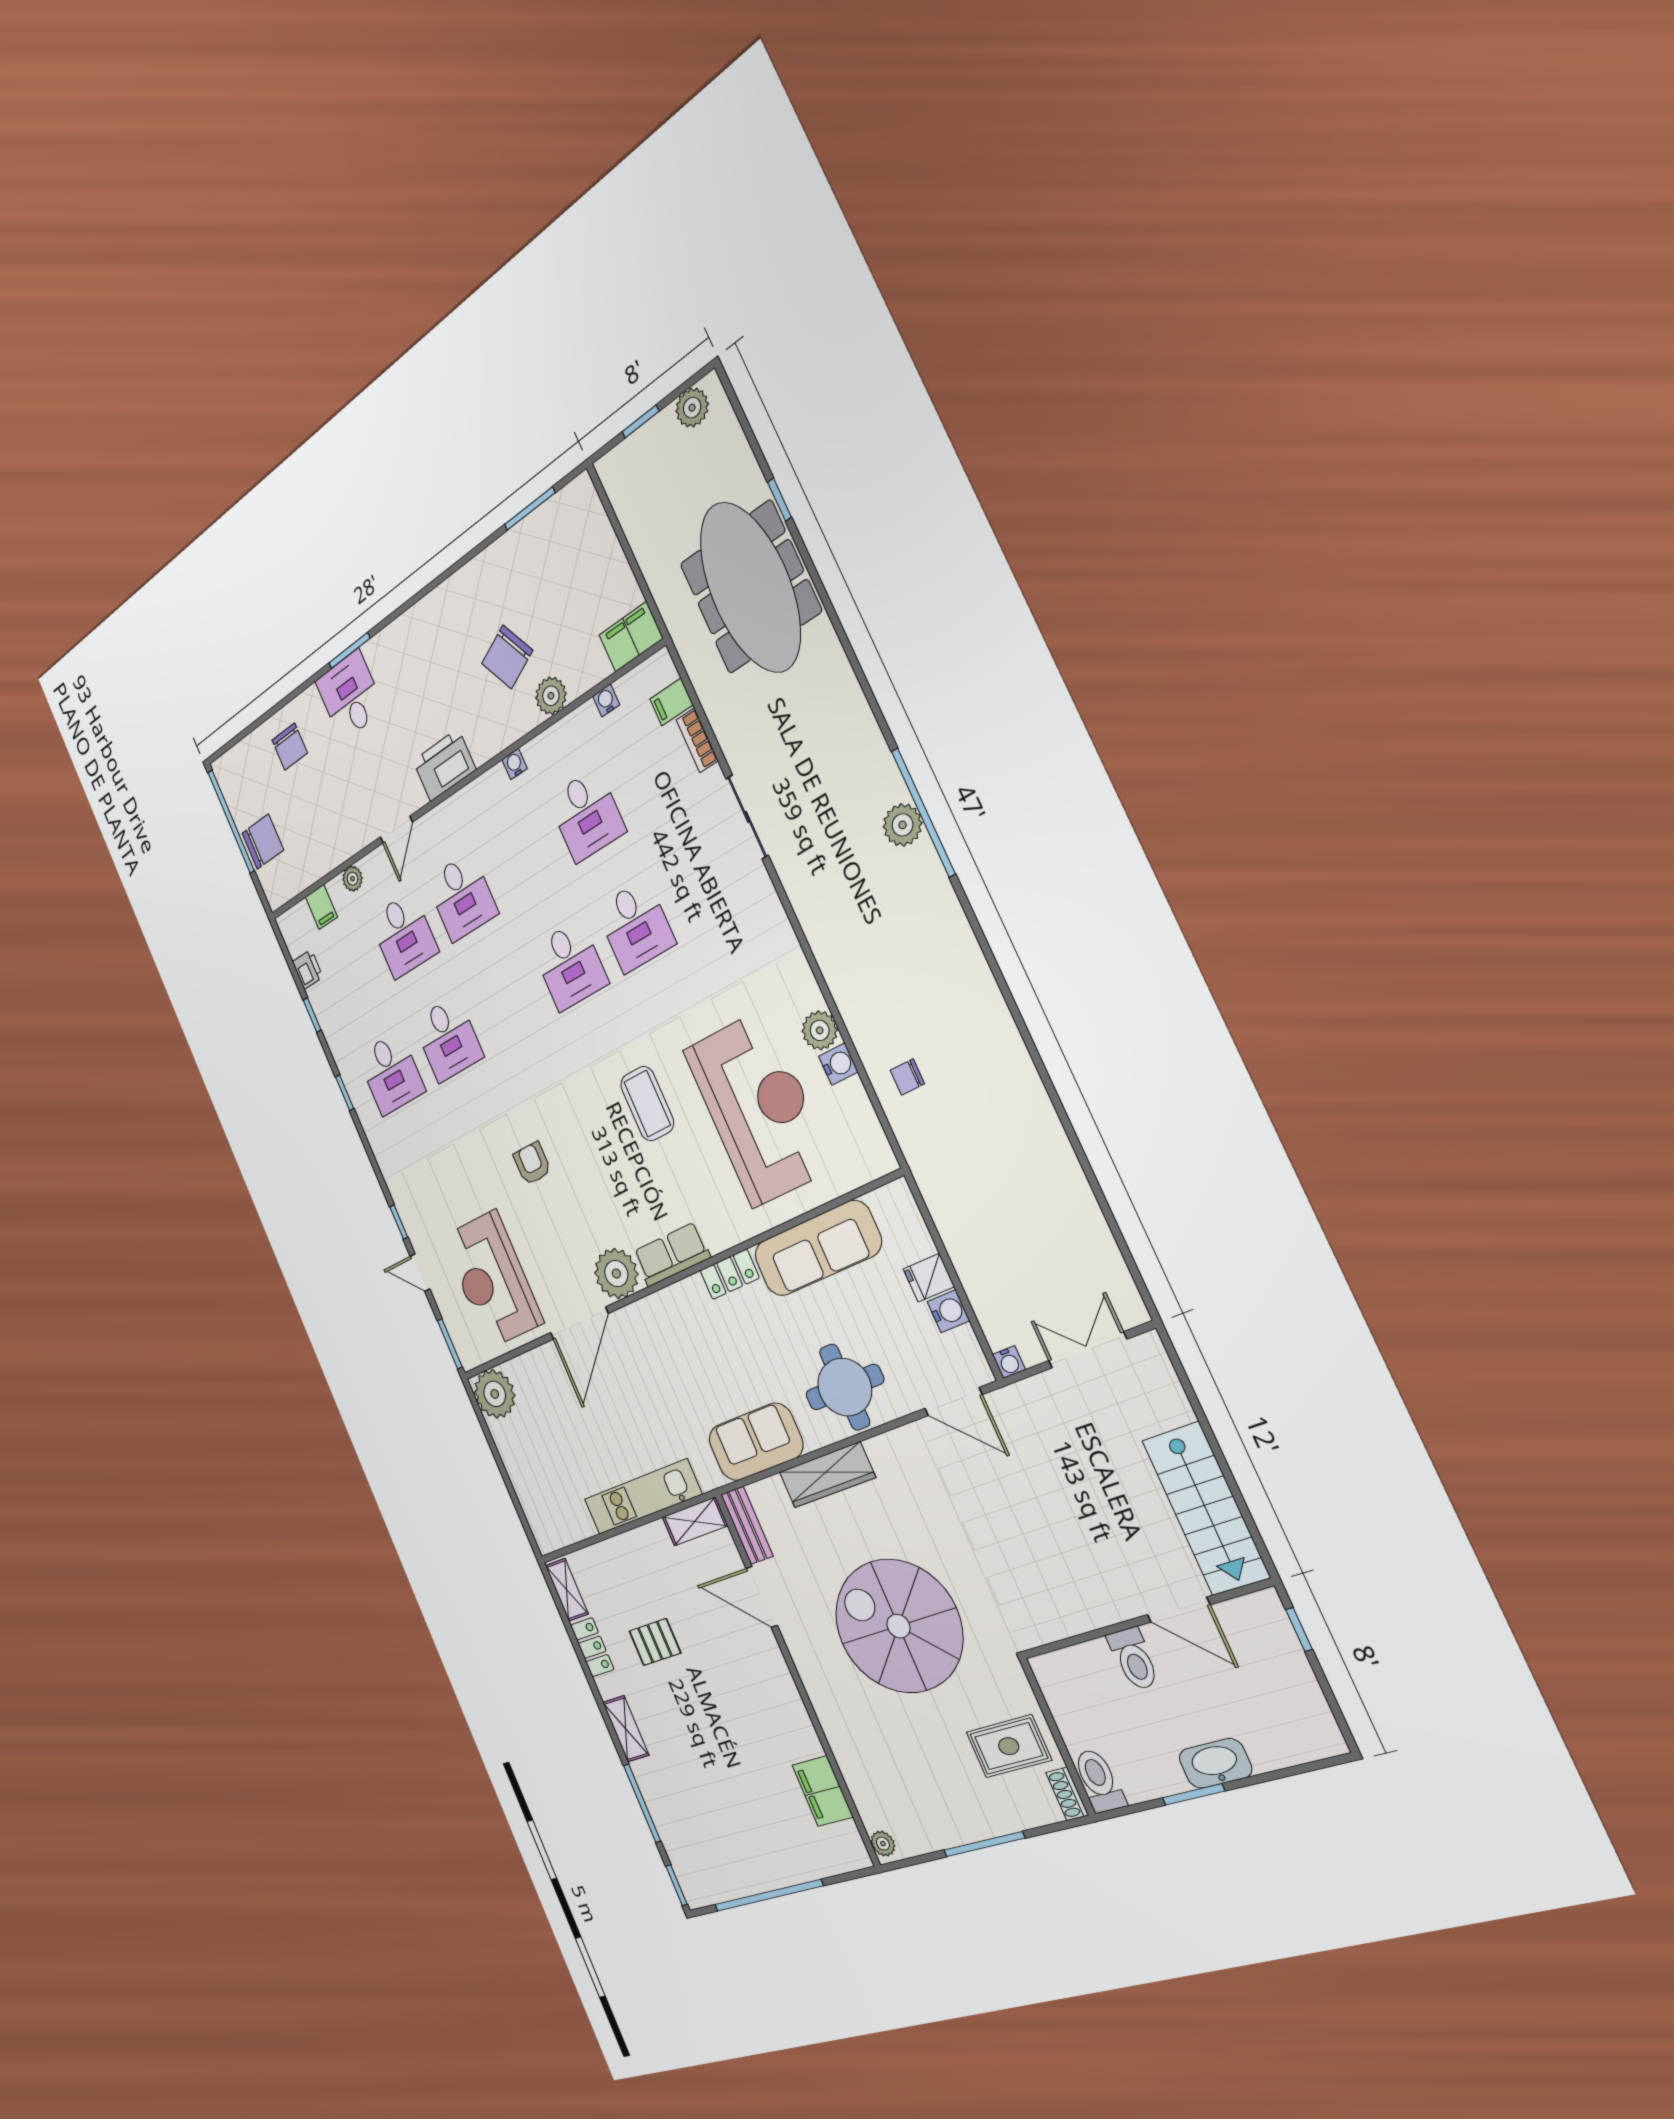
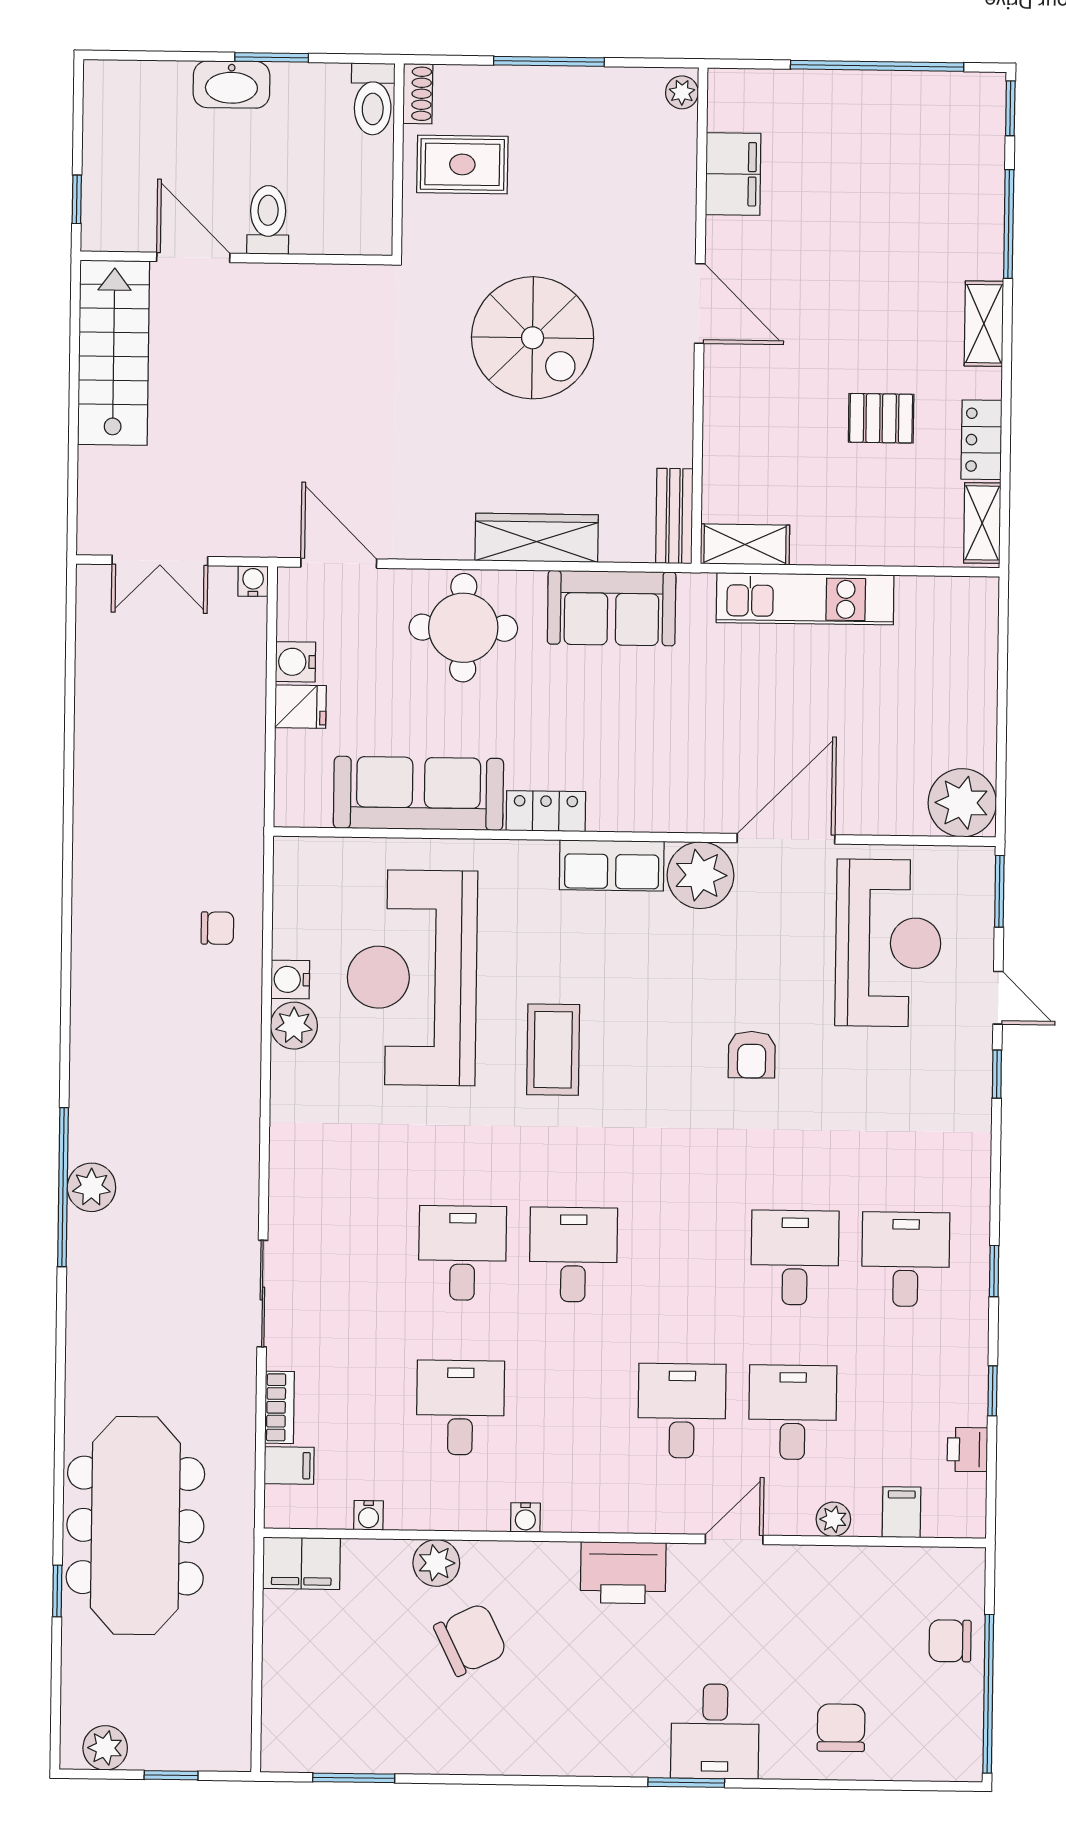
chair: (263, 842) -> (950, 1641), width x0.73, depth x0.73
door: (762, 1597) -> (700, 303), moved
spiral stairs: (898, 1626) -> (533, 338), width x0.73, depth x0.73

